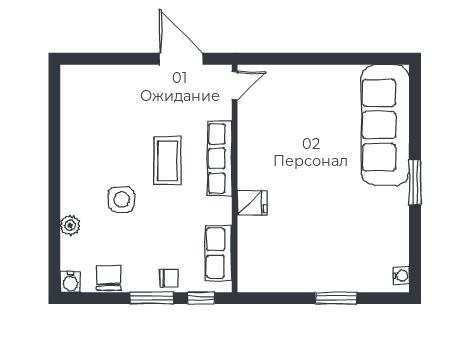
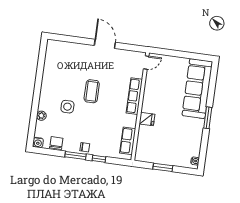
door: (235, 86) -> (146, 63), moved
row of seats: (220, 159) -> (134, 96), moved
wall: (235, 178) -> (140, 106), moved
fridge: (252, 203) -> (147, 119), moved
row of seats: (219, 253) -> (128, 141), moved

